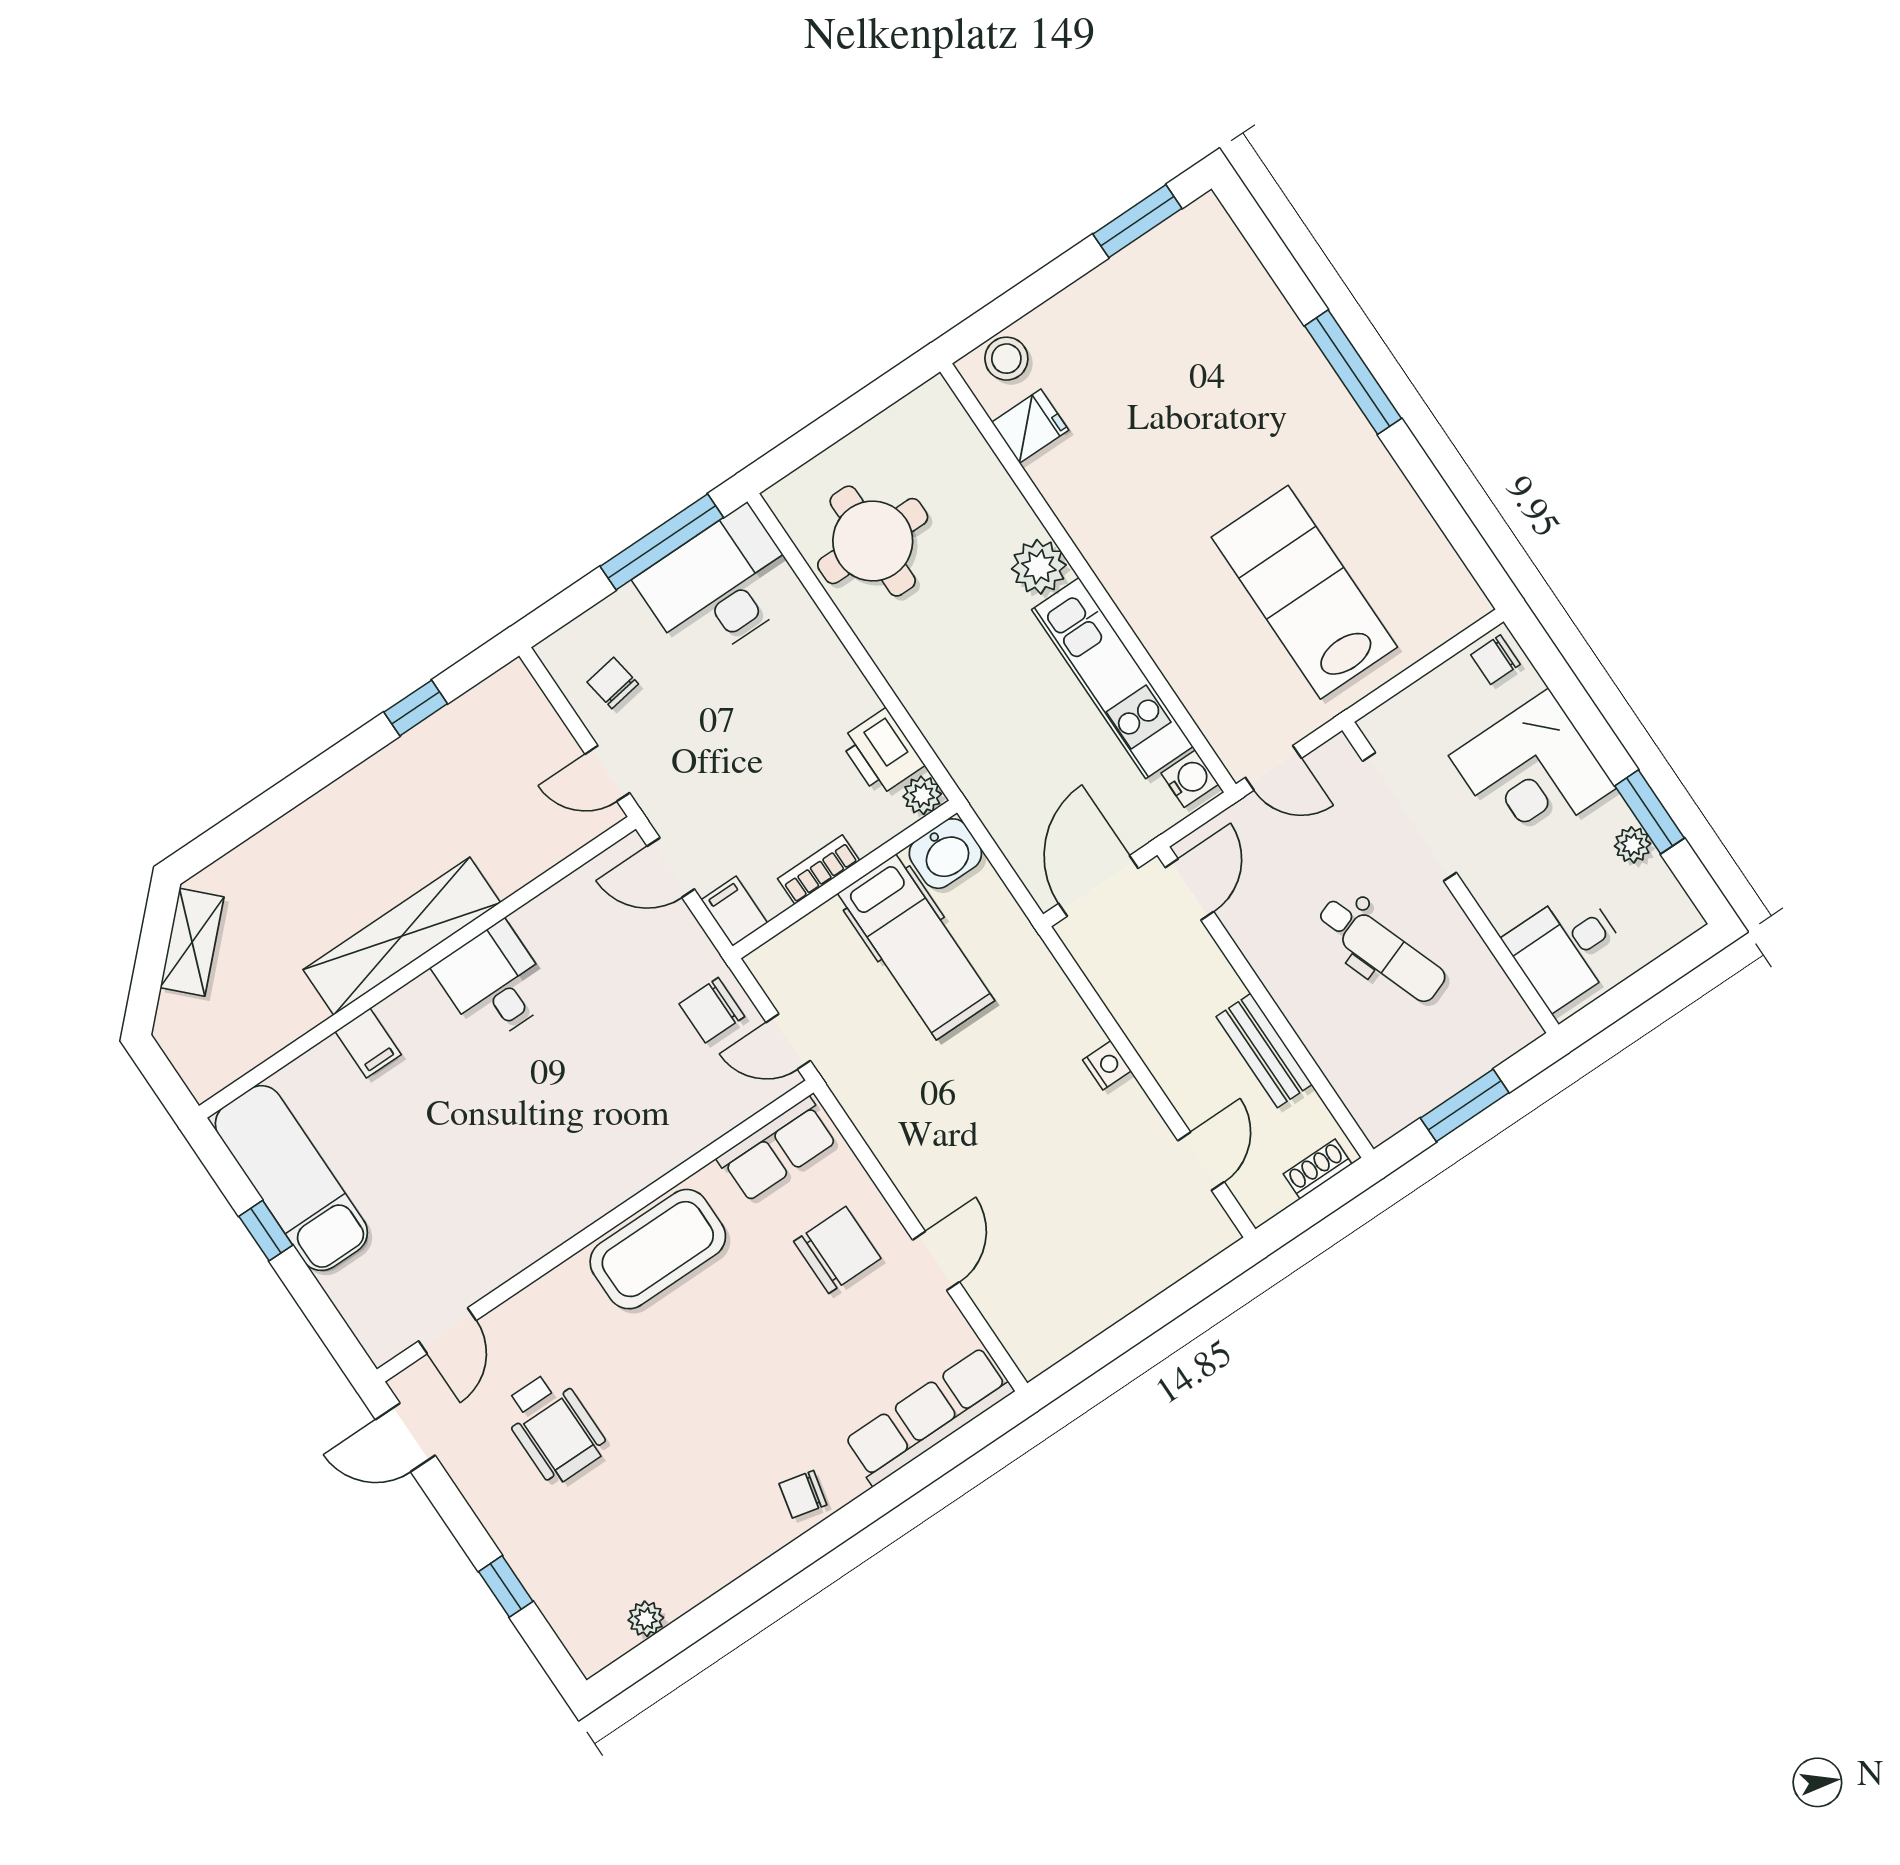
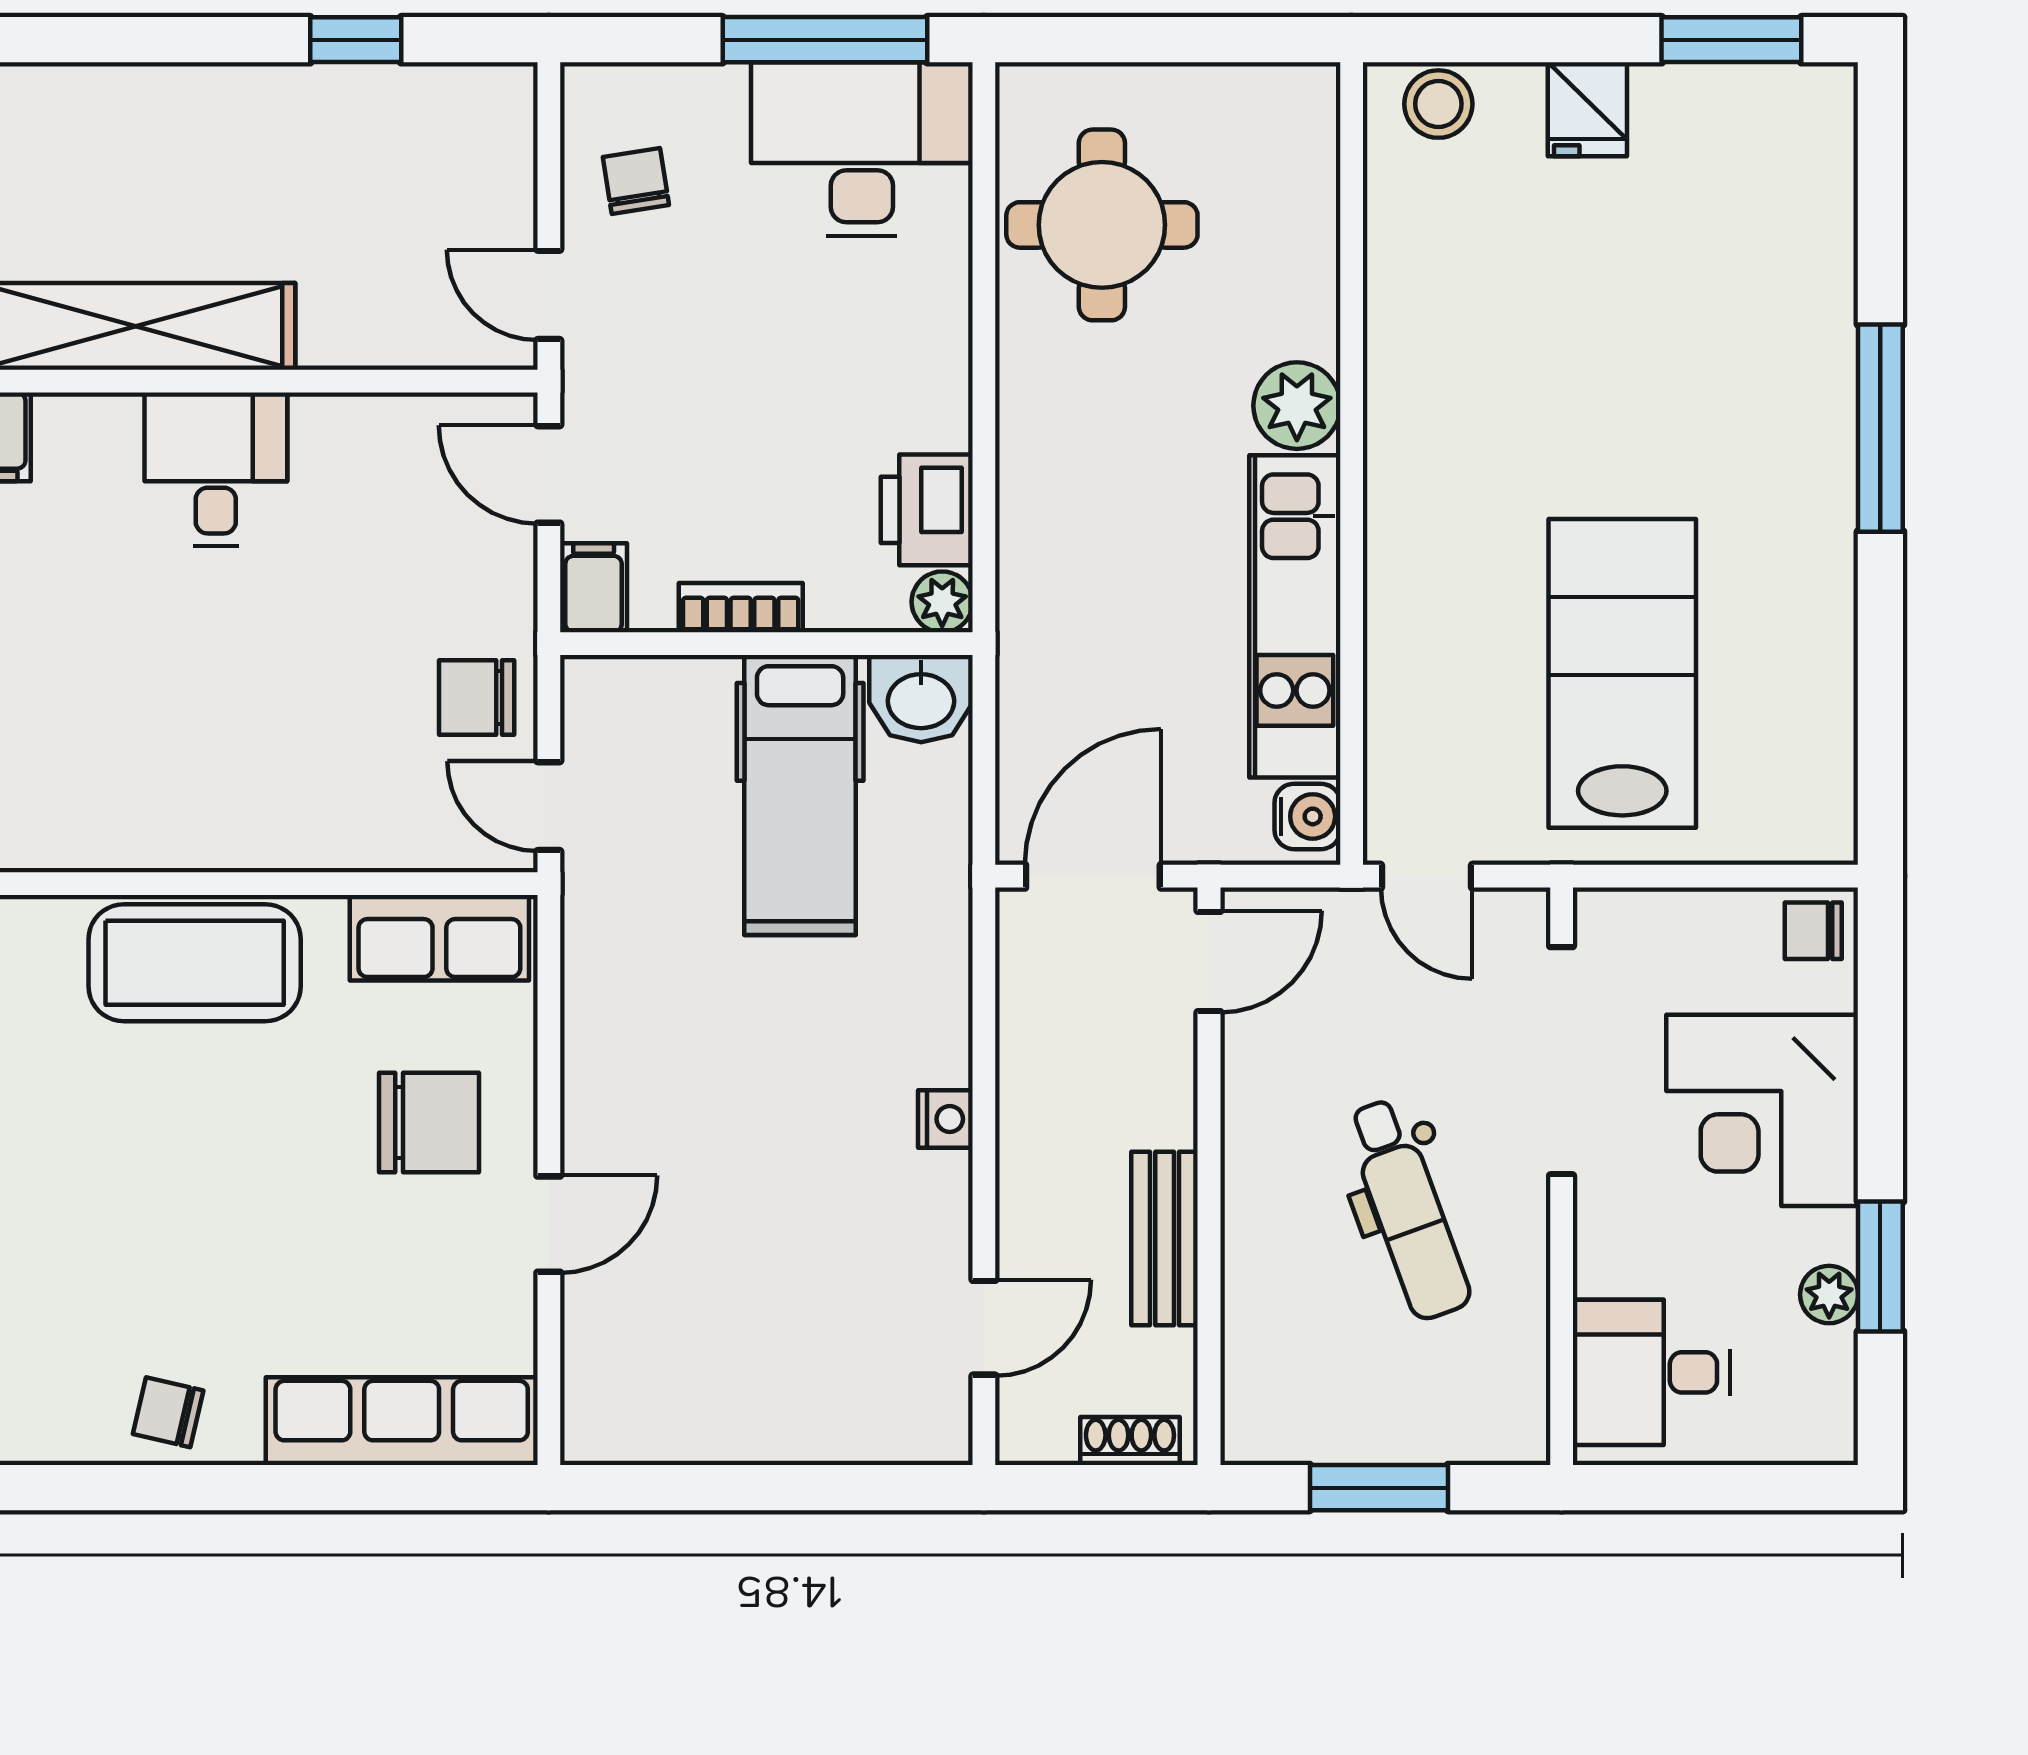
fridge: (1030, 426) -> (1587, 109), moved, turned 90

